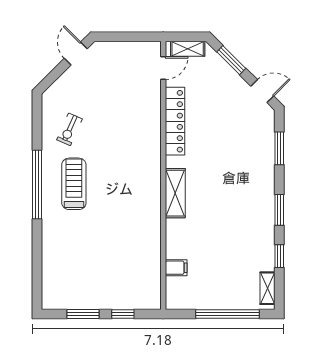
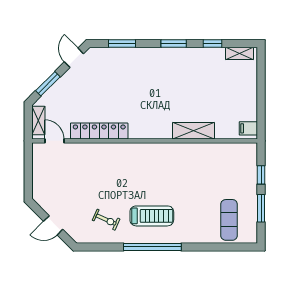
door: (76, 53) -> (53, 225), moved
treadmill: (74, 184) -> (152, 216), turned 180
shelving: (175, 193) -> (193, 131), moved
filing cabinet: (176, 268) -> (248, 128), moved, turned -90
exercise mat: (69, 276) -> (229, 220), added
window: (227, 314) -> (261, 87), removed

